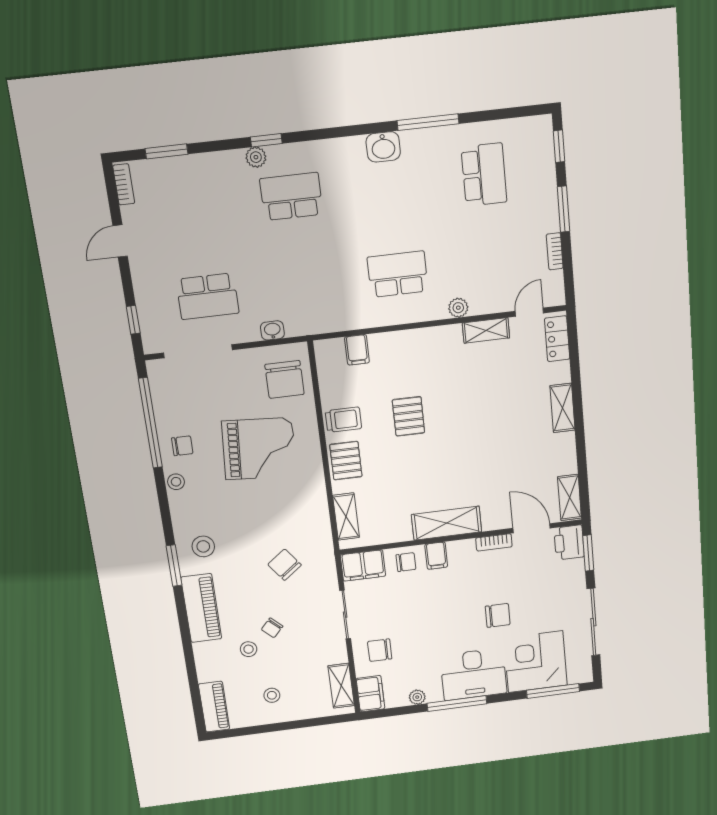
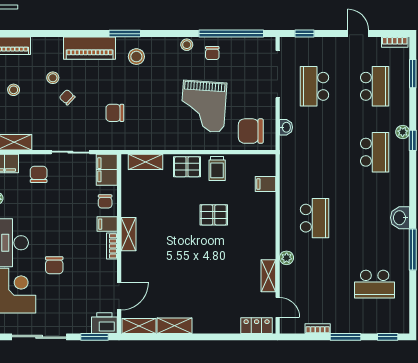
school desk: (194, 208) -> (375, 86), added
shelving: (562, 408) -> (175, 326), moved
shelving: (447, 523) -> (129, 234), width x0.67, depth x0.75
bookcase: (494, 542) -> (112, 246), moved
chair: (285, 565) -> (115, 113), turned -143

